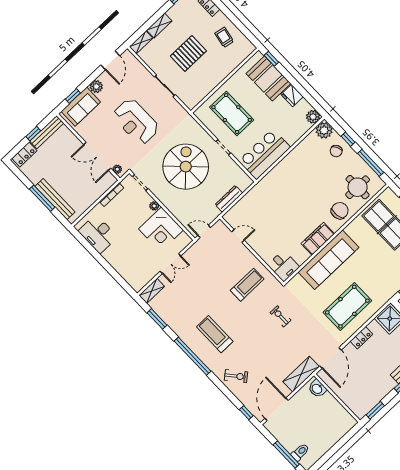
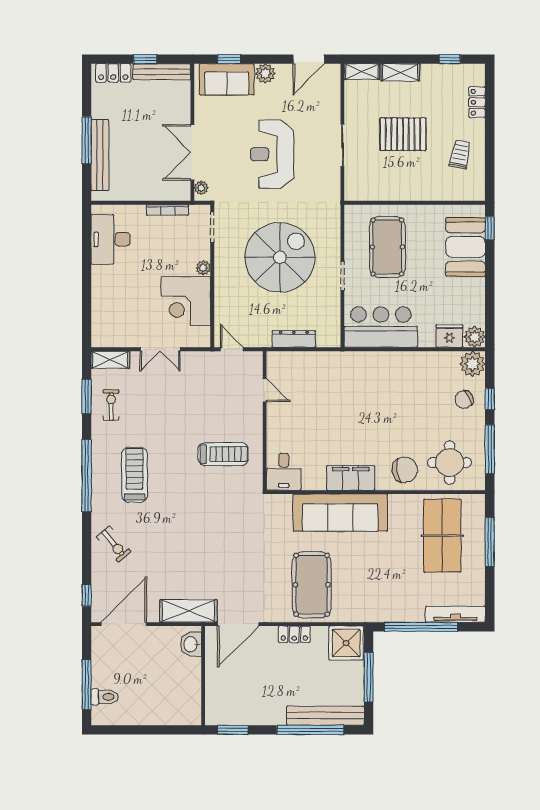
fridge: (292, 96) -> (449, 336), moved, turned 90
pool table: (347, 307) -> (312, 585), turned 90
exercise bike: (280, 316) -> (111, 405), moved

